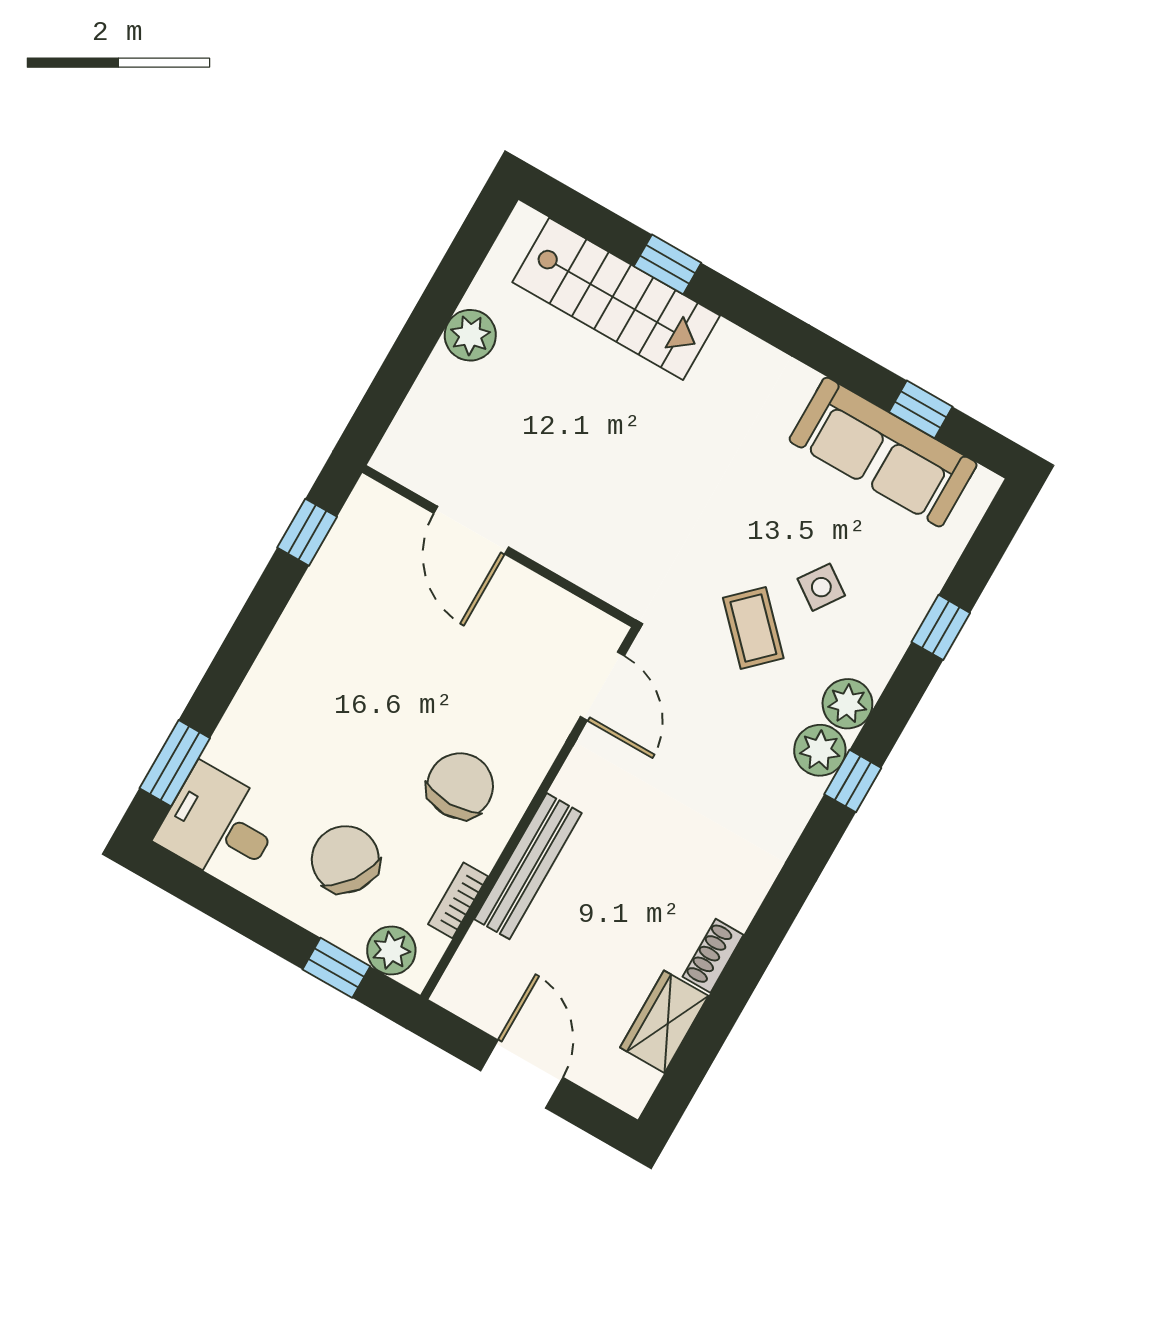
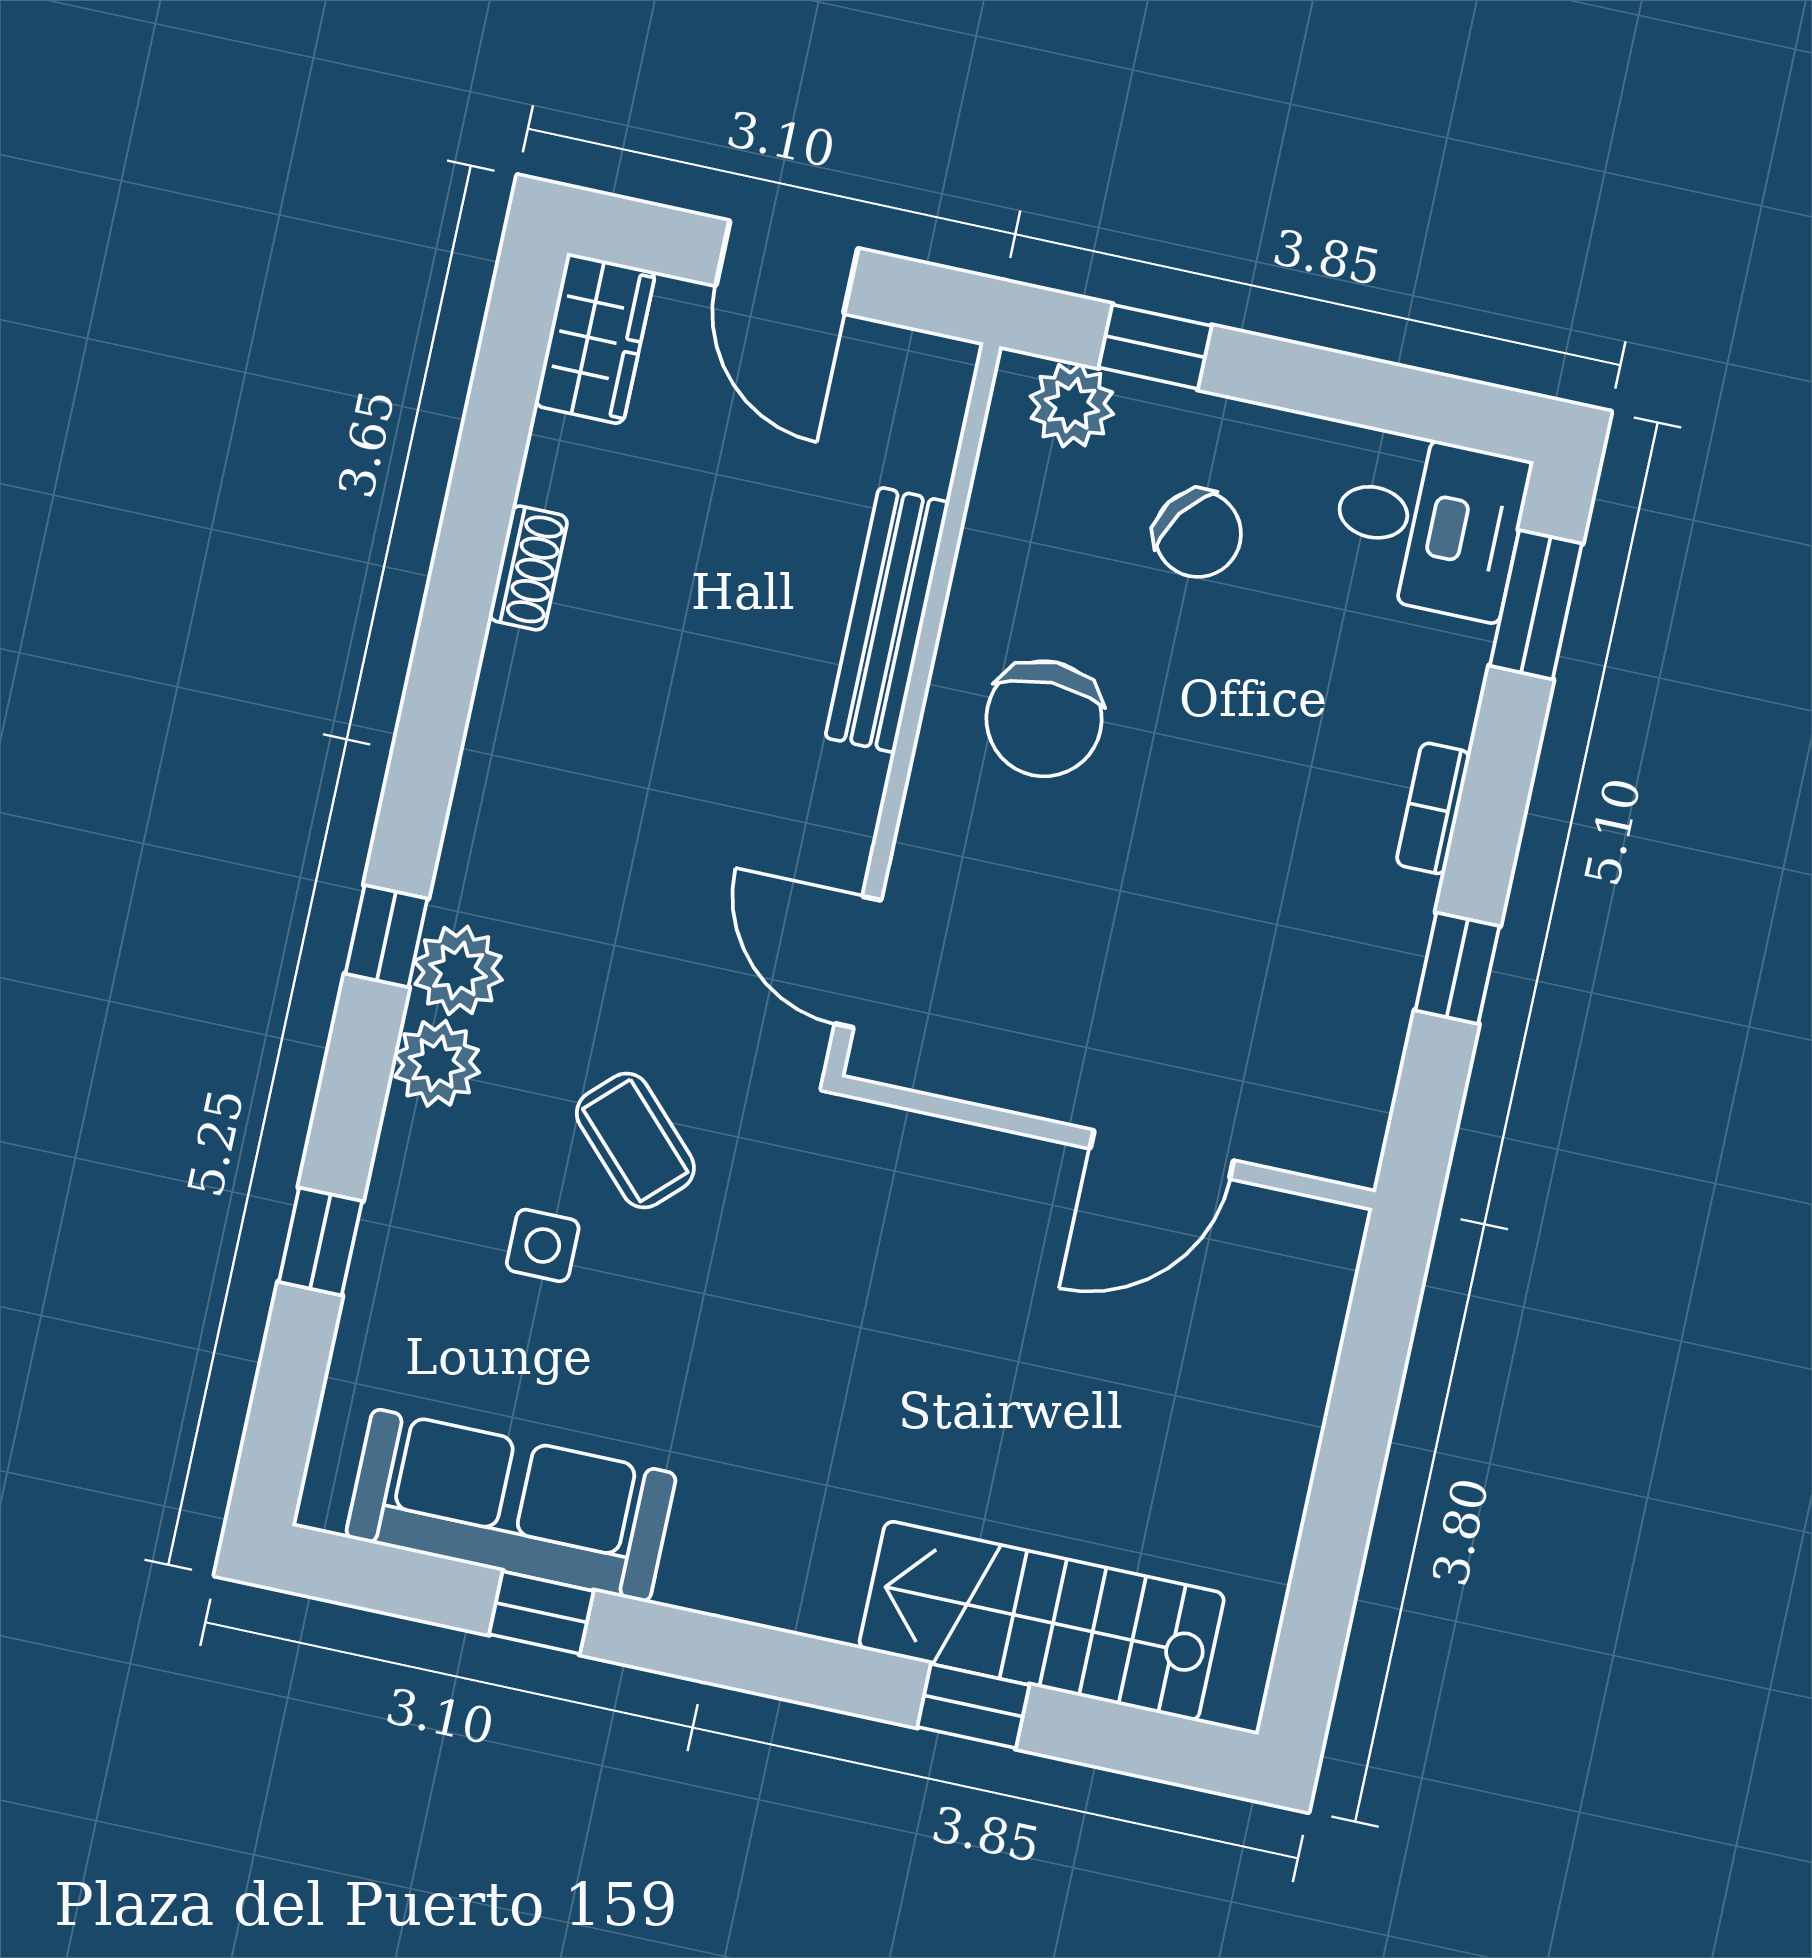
plant: (470, 335) -> (1267, 1482), removed
window: (921, 409) -> (541, 1613), moved
door: (471, 530) -> (1162, 1154), swing flipped
window: (307, 532) -> (1457, 968), moved
side table: (821, 587) -> (543, 1245), turned -35
chair: (345, 859) -> (1198, 534), width x0.73, depth x0.73
bookcase: (458, 900) -> (1433, 808), moved, turned 180
wardrobe: (664, 1022) -> (595, 339), moved

